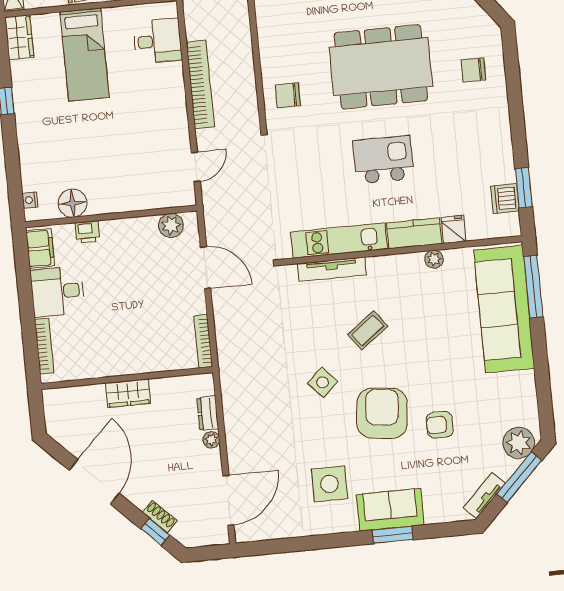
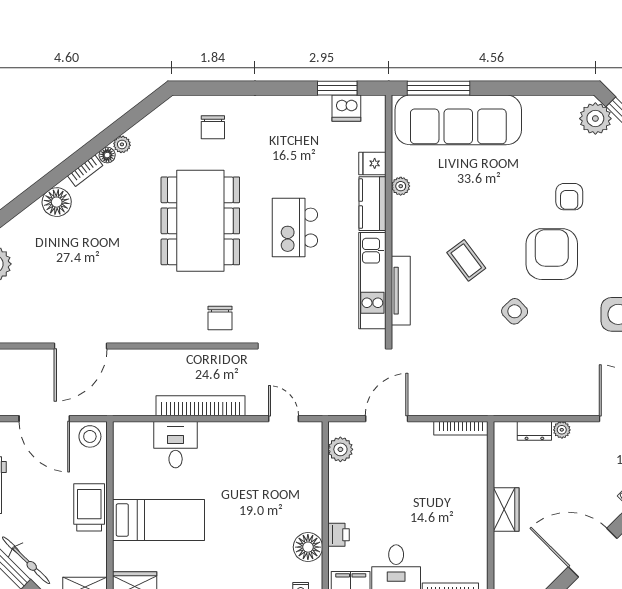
desk: (158, 41) -> (176, 445), moved
armchair: (382, 413) -> (552, 254), turned 84

